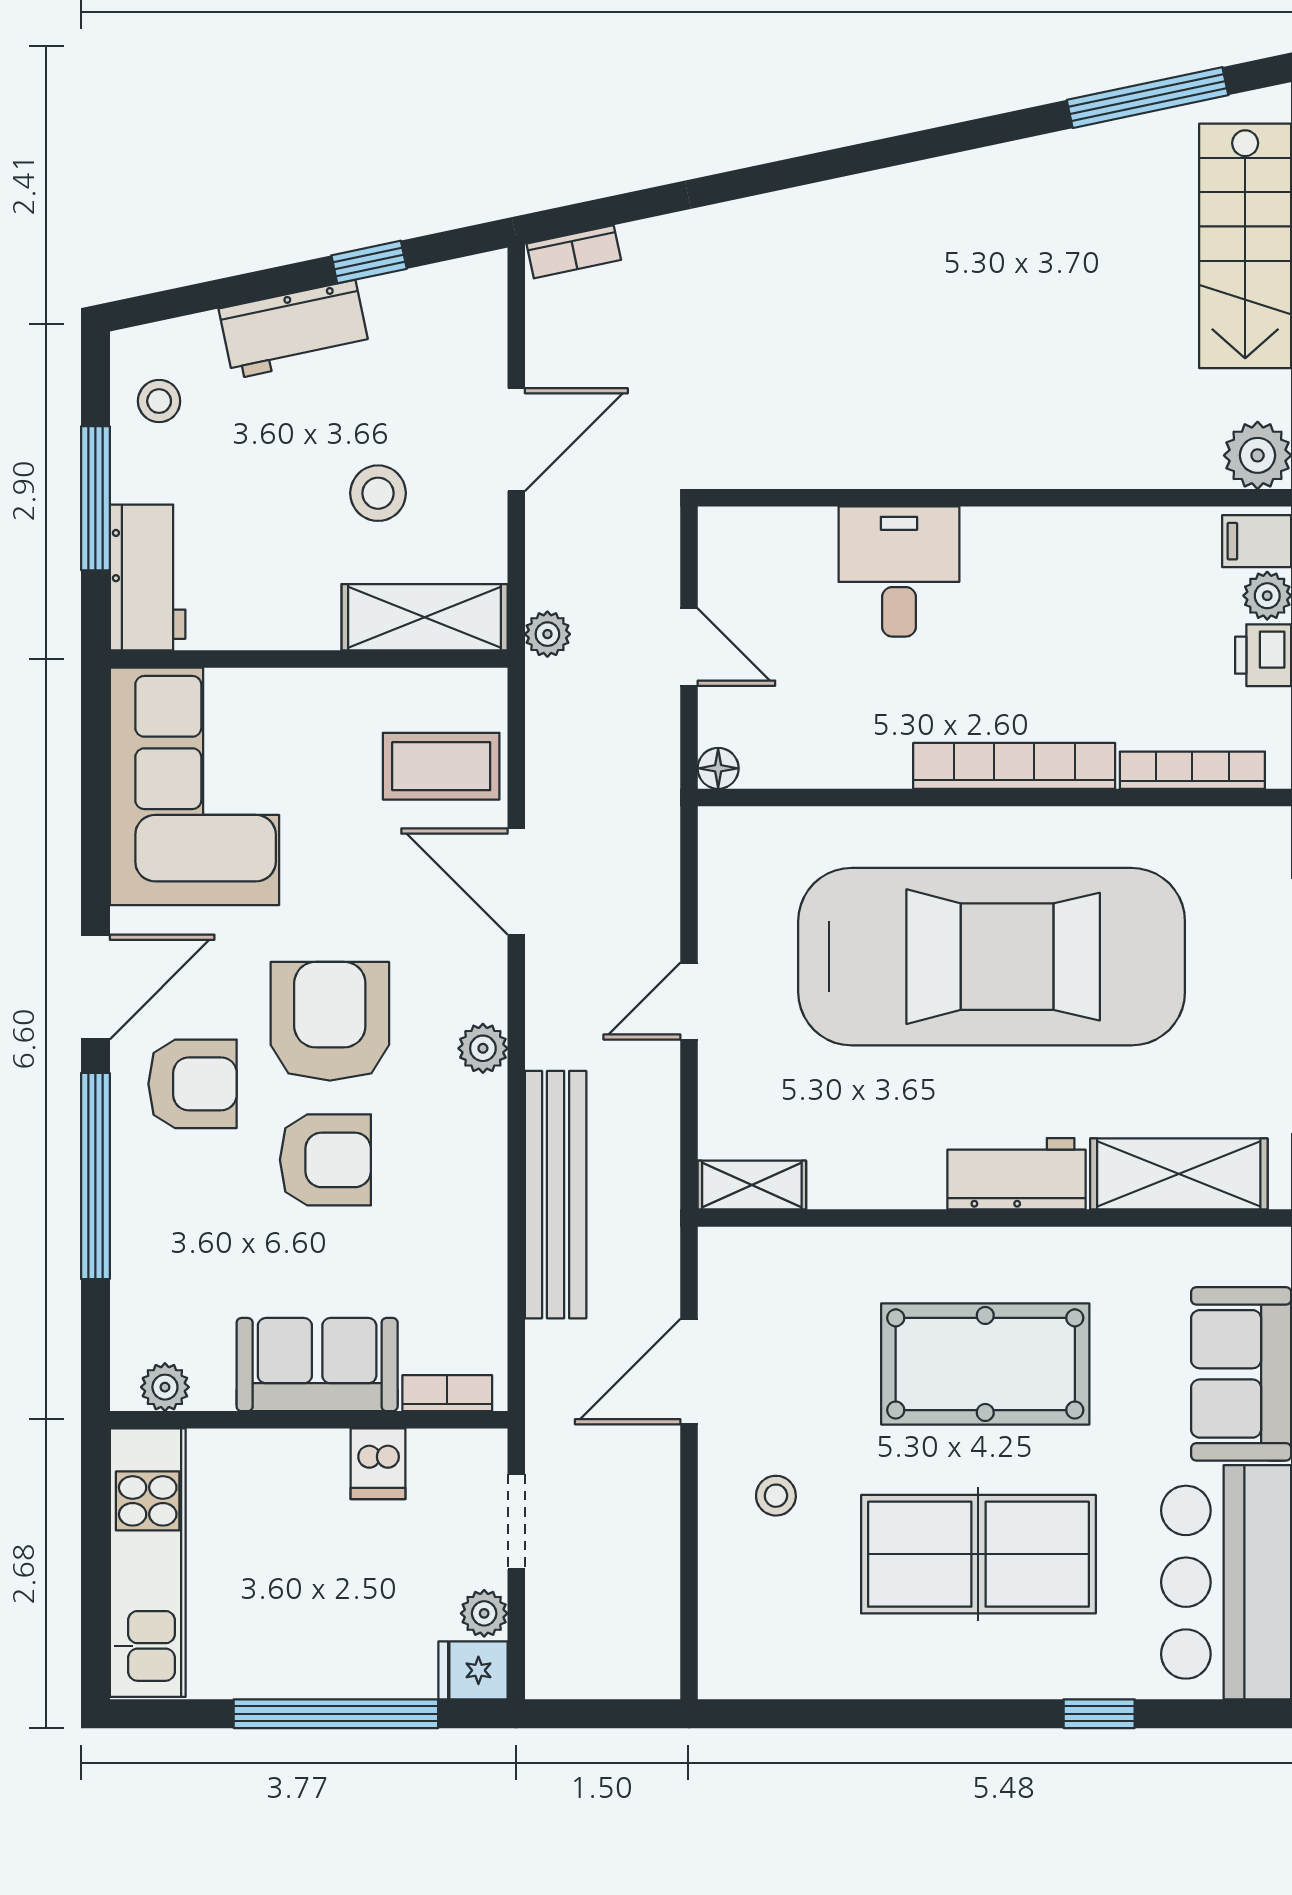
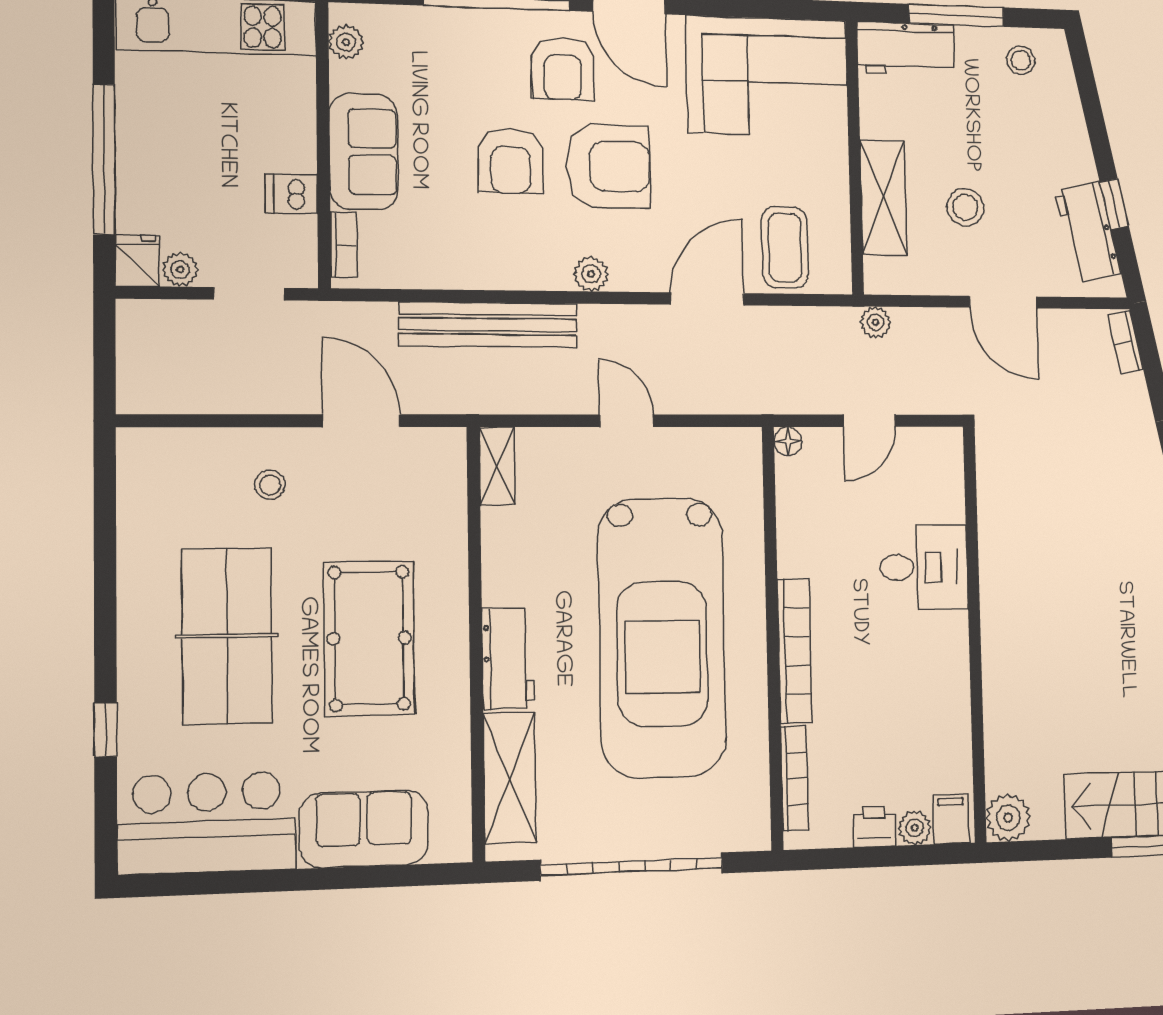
workbench: (294, 329) -> (1088, 232), moved
shelving: (425, 617) -> (883, 197), moved

